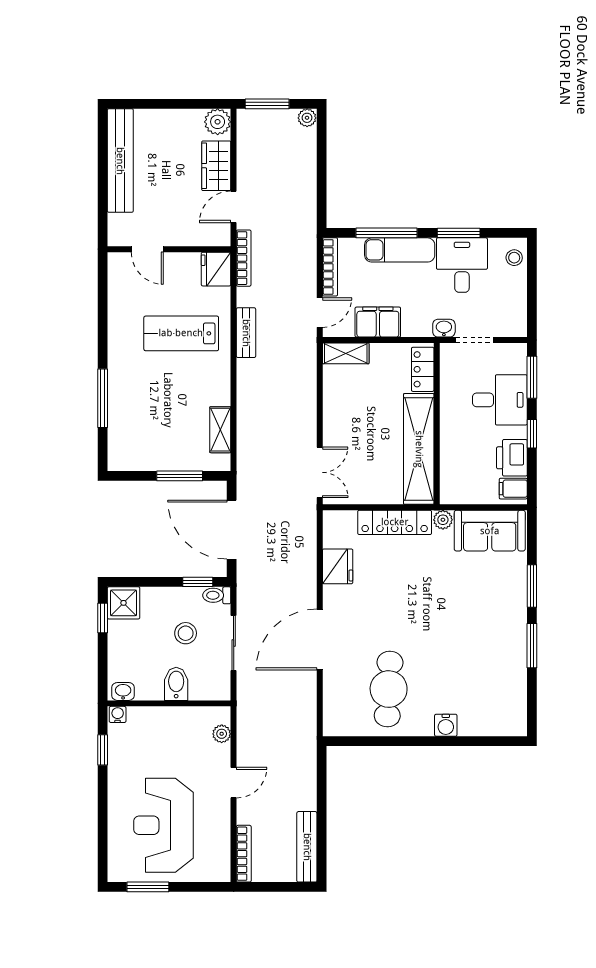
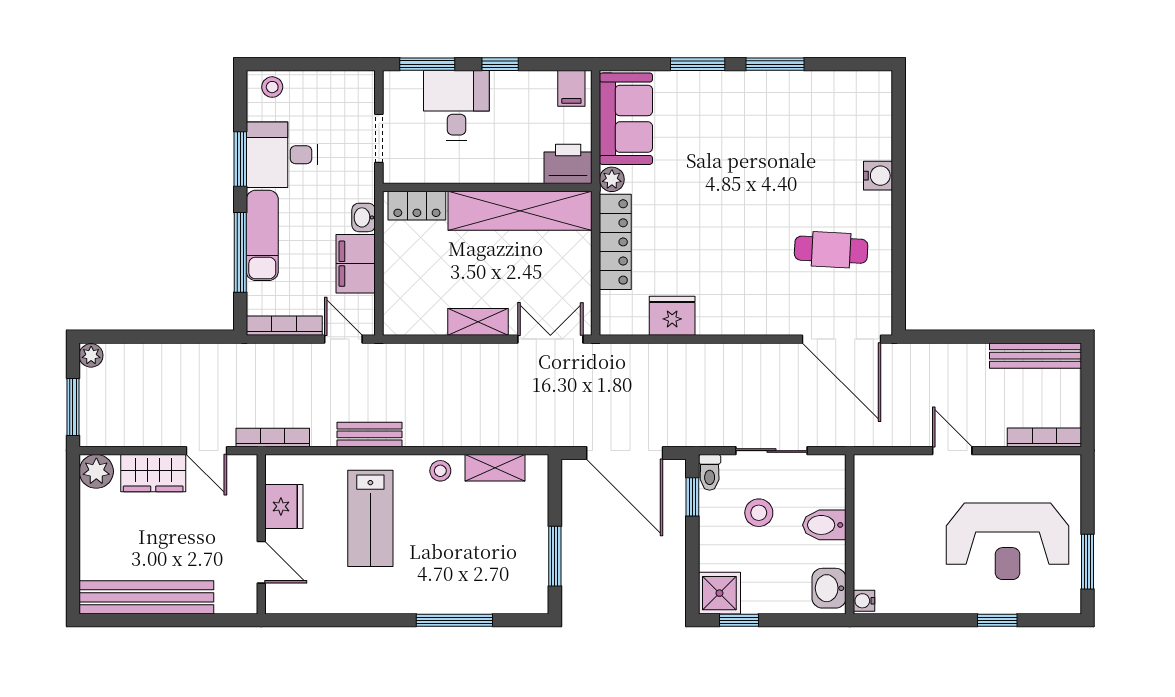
door: (147, 249) -> (261, 562), hinge flipped
fridge: (216, 269) -> (284, 506), moved, turned -90
washbasin: (444, 328) -> (364, 217), moved
shelving: (346, 353) -> (478, 322), moved, turned 90
stool: (218, 387) -> (440, 471), added
printer: (512, 458) -> (568, 164), moved, turned 180
window: (180, 476) -> (555, 556), moved
door: (232, 530) -> (625, 453), hinge flipped
door: (320, 640) -> (842, 339), moved
cafe table: (389, 689) -> (831, 250), width x0.73, depth x0.74
washbasin: (123, 691) -> (829, 588), width x1.38, depth x1.45
plant: (222, 734) -> (889, 466), removed
window: (103, 750) -> (997, 620), moved

